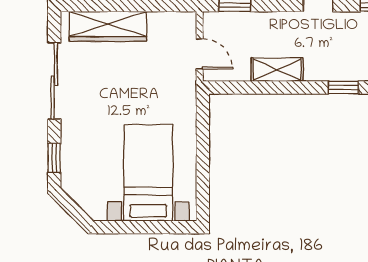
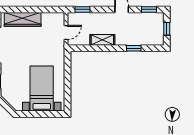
door: (200, 54) -> (66, 32), hinge flipped

